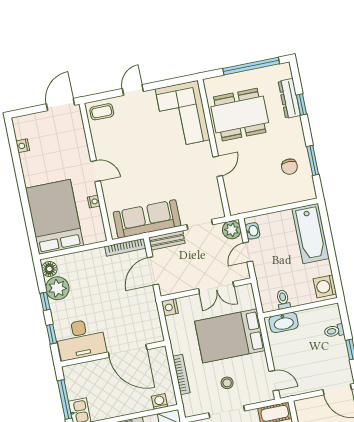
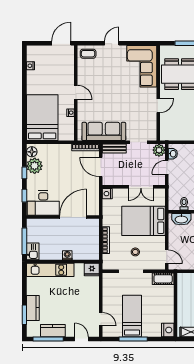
door: (153, 271) -> (101, 167), hinge flipped
door: (128, 351) -> (73, 217), swing flipped
washing machine: (159, 401) -> (67, 255), moved

